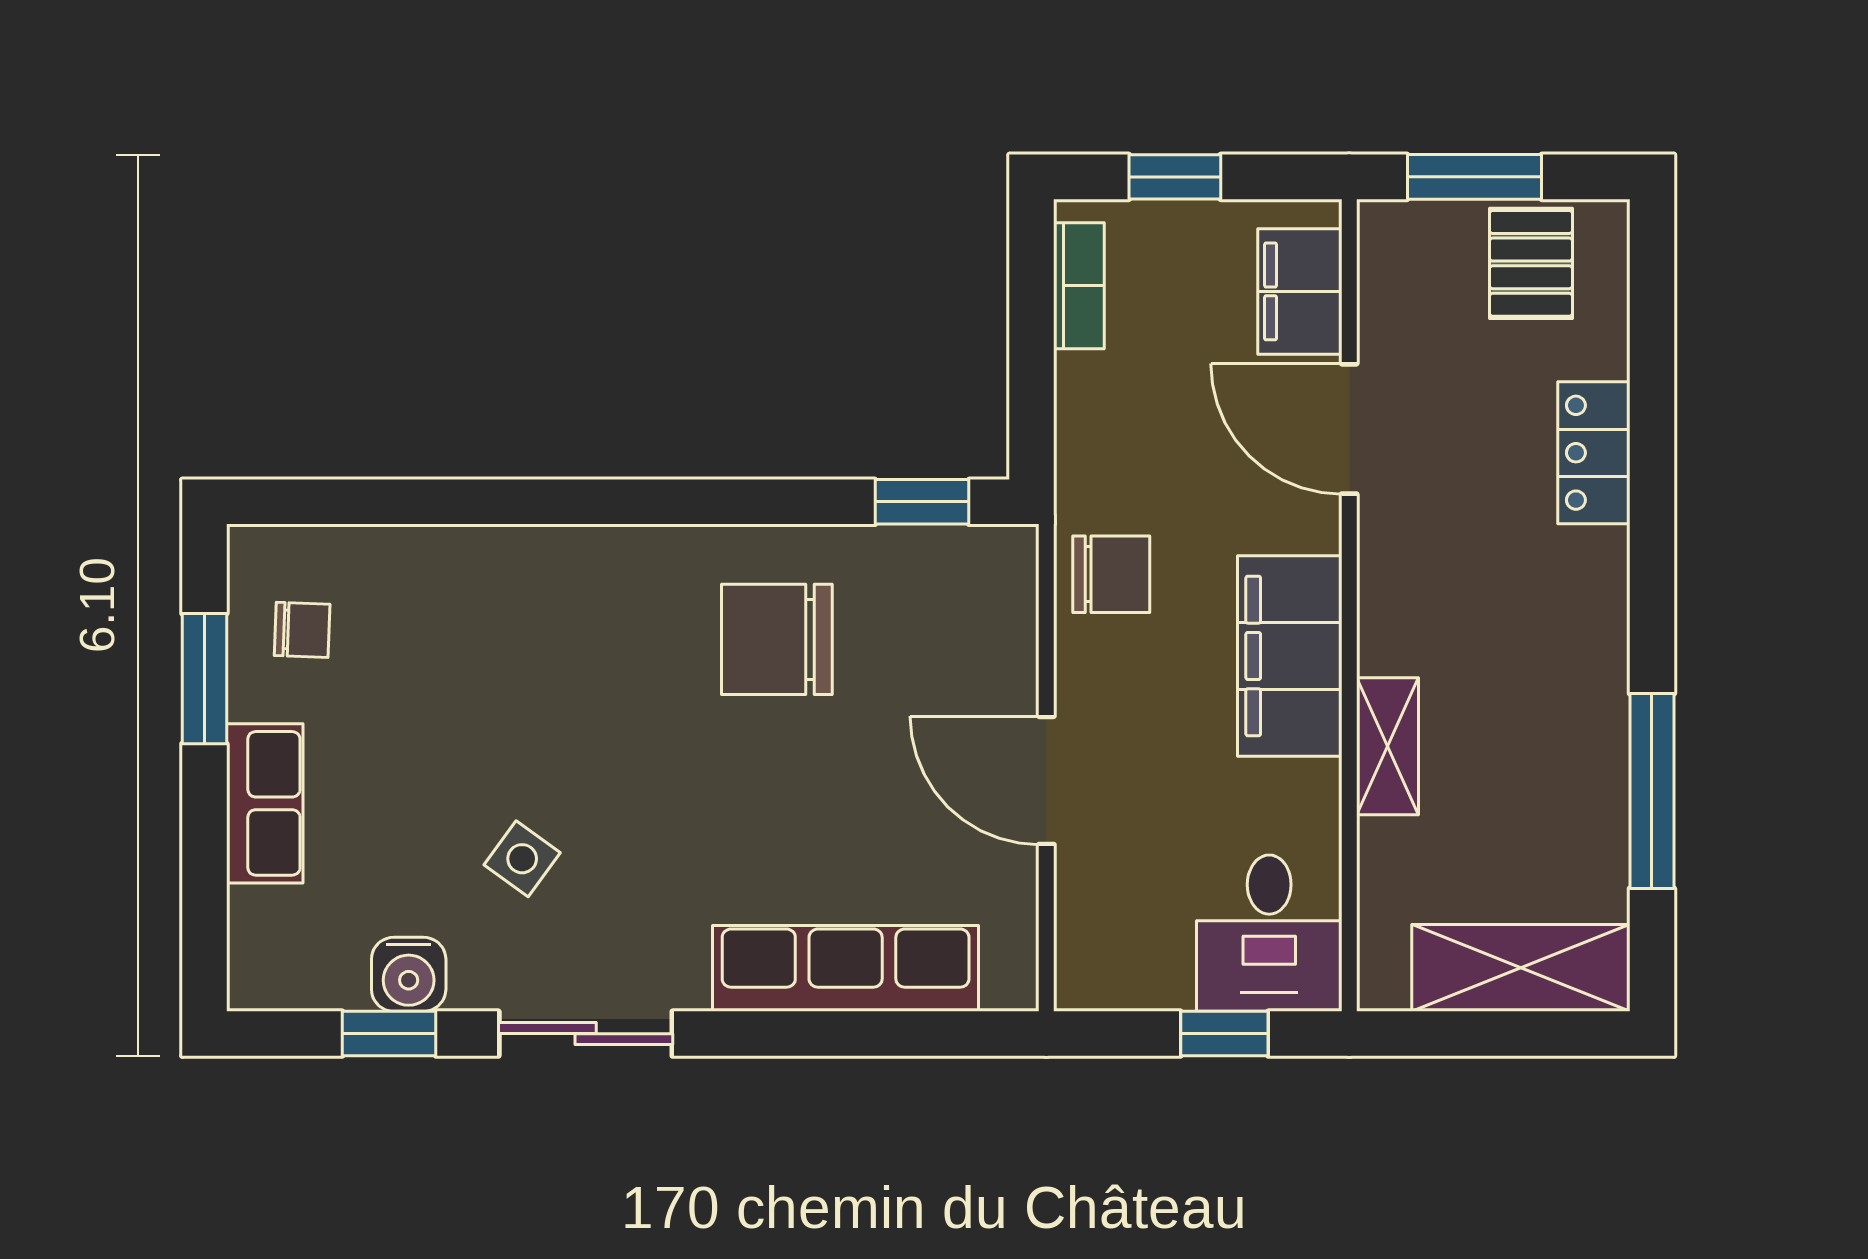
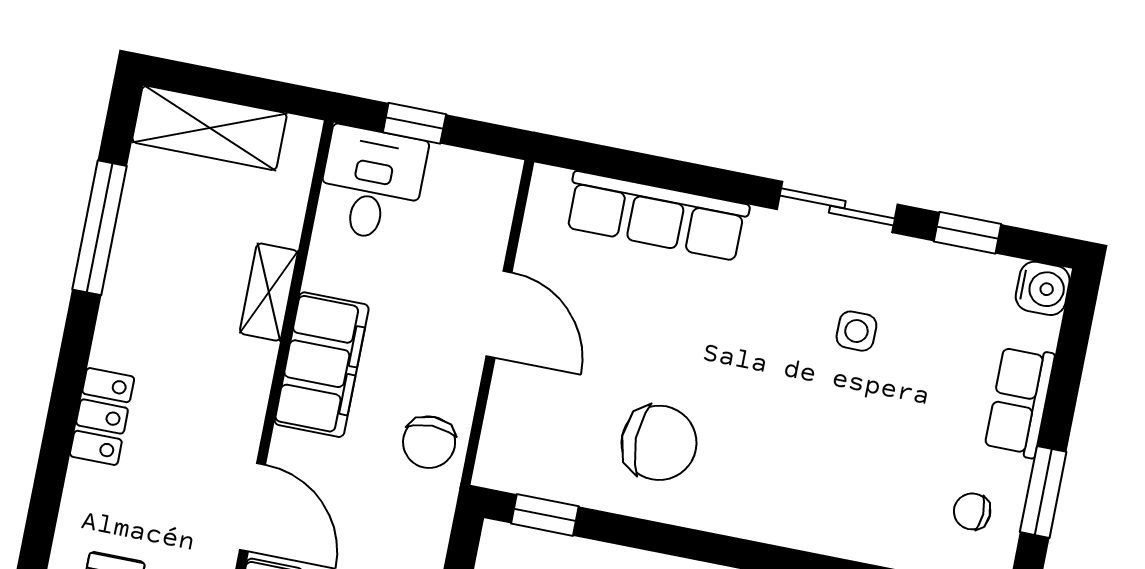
locker: (1594, 453) -> (102, 417), moved
chair: (1111, 574) -> (429, 442), turned -90
side table: (522, 859) -> (856, 331), turned -36
water cooler: (409, 974) -> (1043, 288), moved, turned 90

